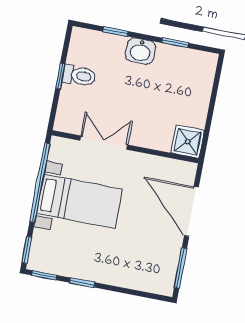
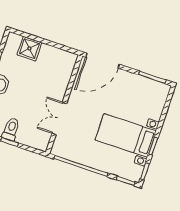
shower: (188, 142) -> (29, 49), moved
bed with nightstands: (79, 201) -> (126, 135), moved, turned -90
door: (191, 212) -> (103, 61), moved

